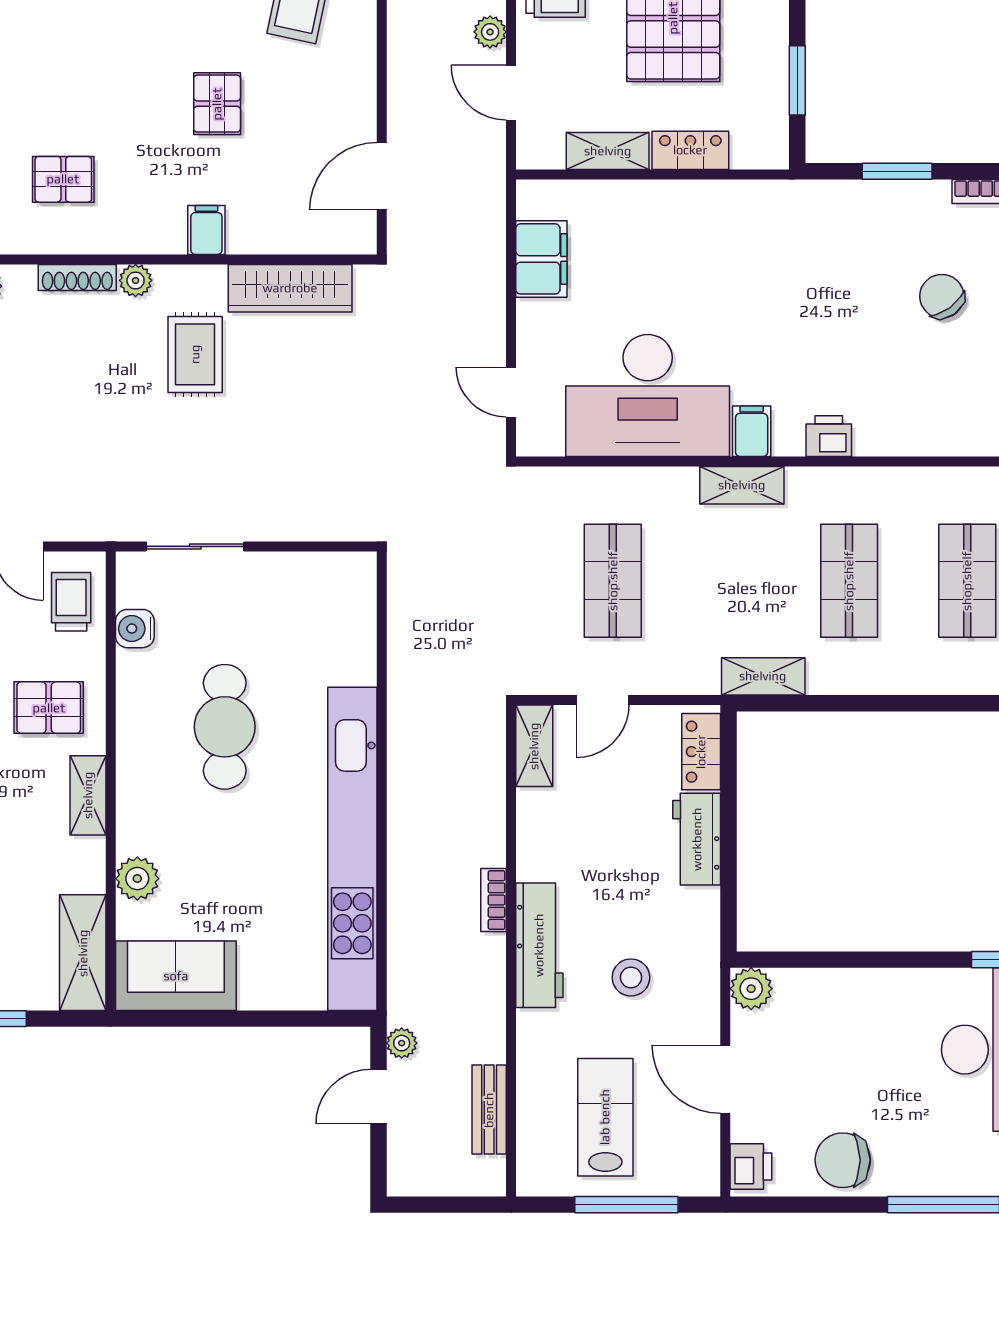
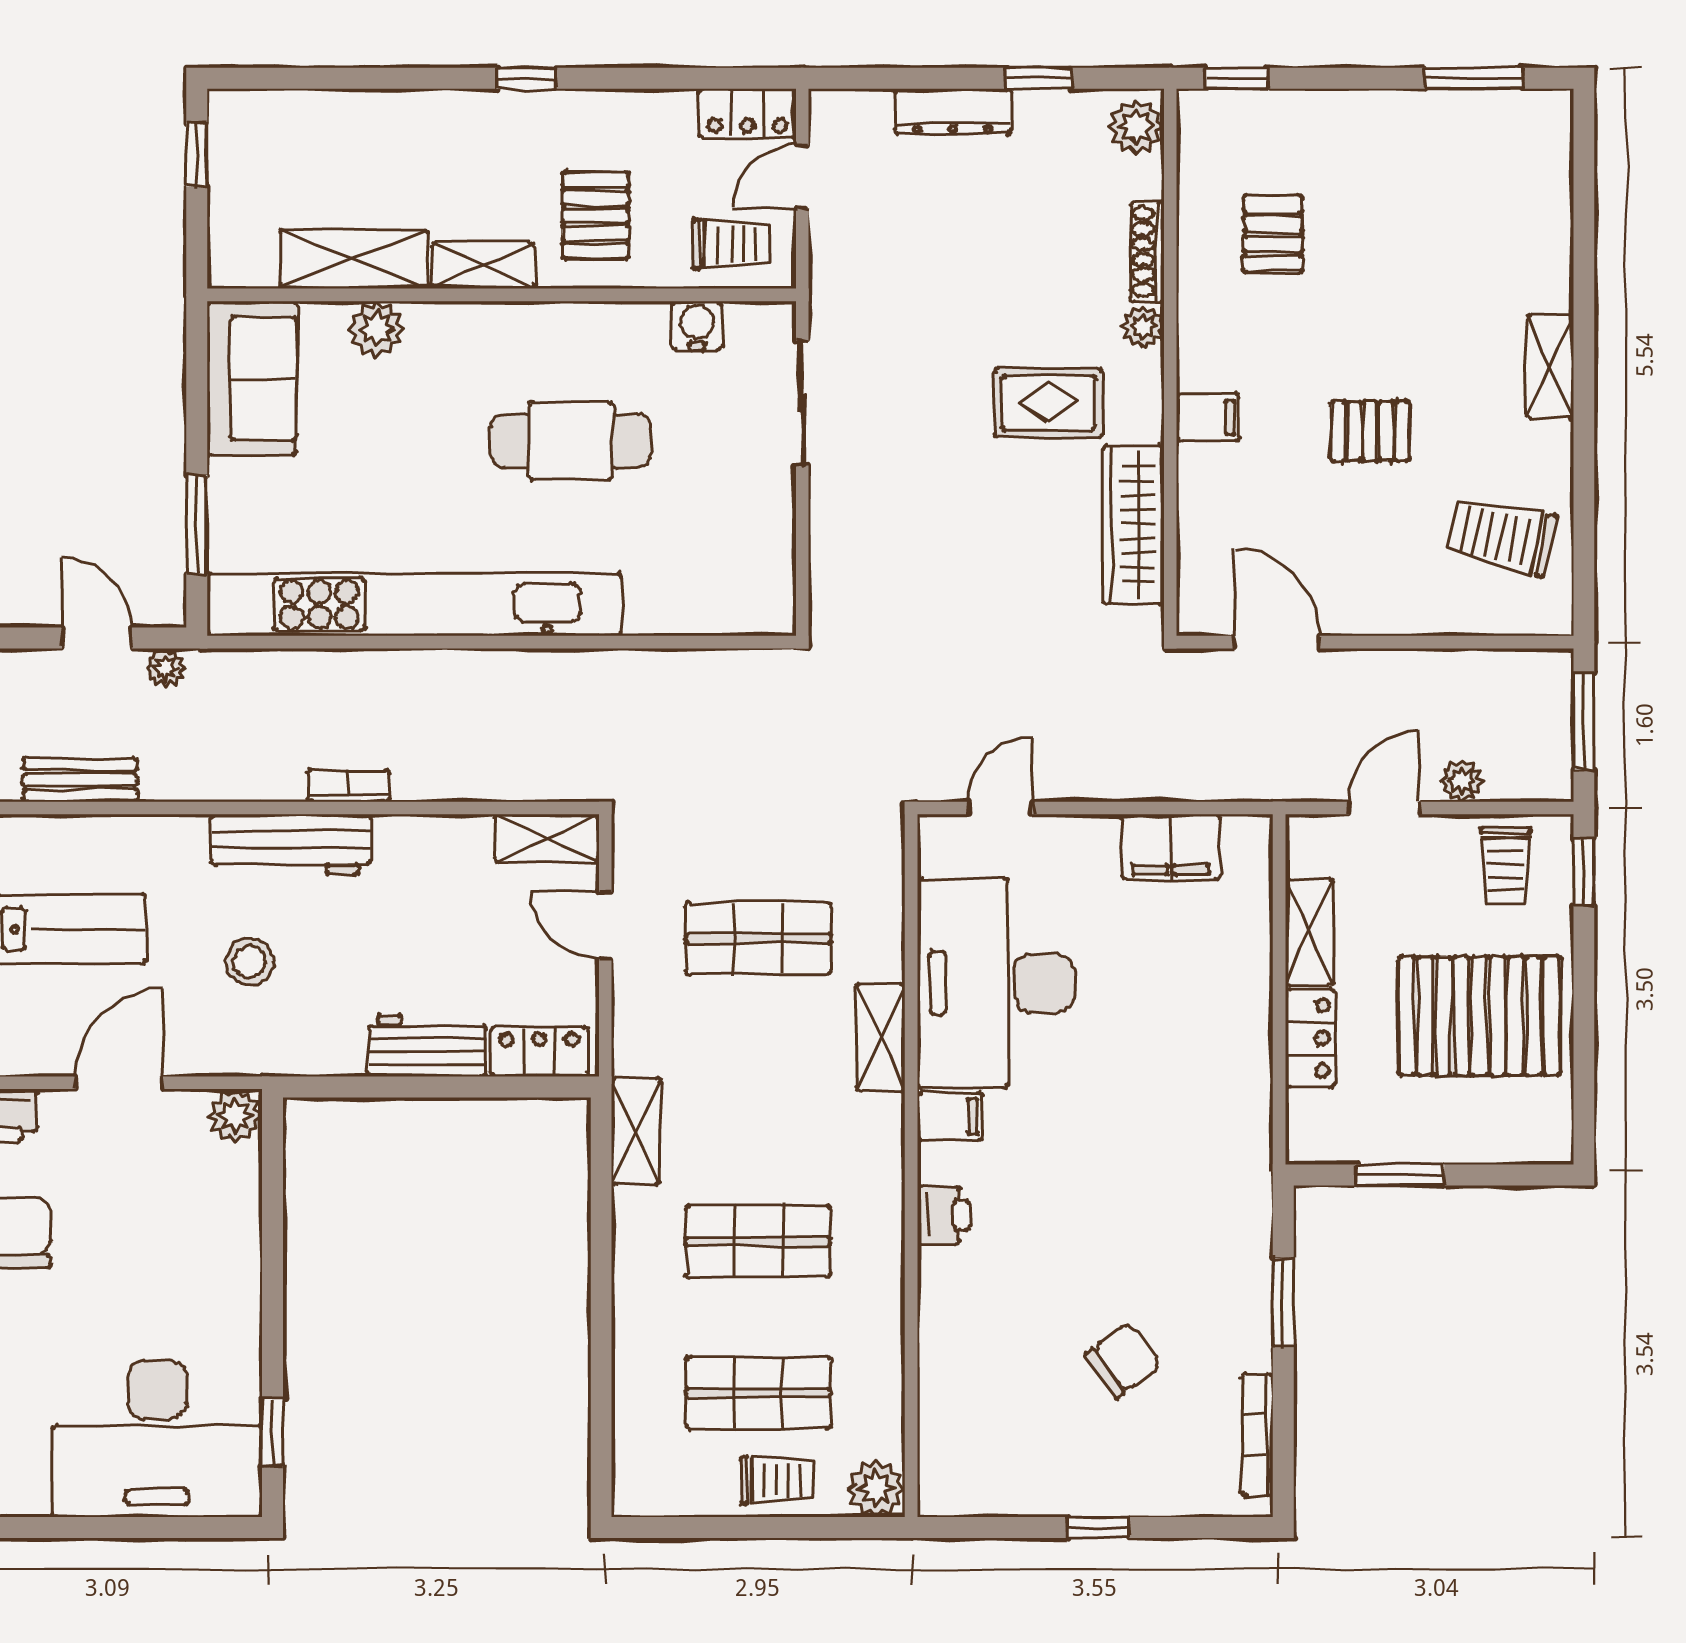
shelving: (742, 485) -> (881, 1038), moved
shelving: (83, 953) -> (354, 259), moved
window: (290, 1019) -> (197, 525), added

